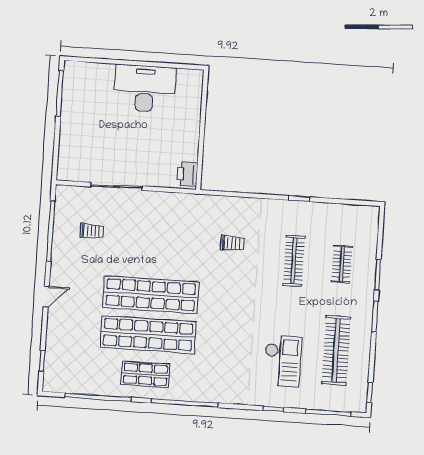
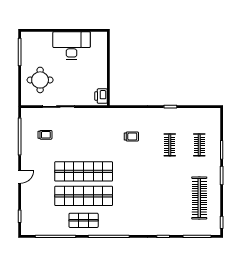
round table: (90, 141) -> (40, 80), added
clothes rail: (294, 261) -> (170, 145), width x0.73
checkout: (283, 361) -> (167, 207), removed

